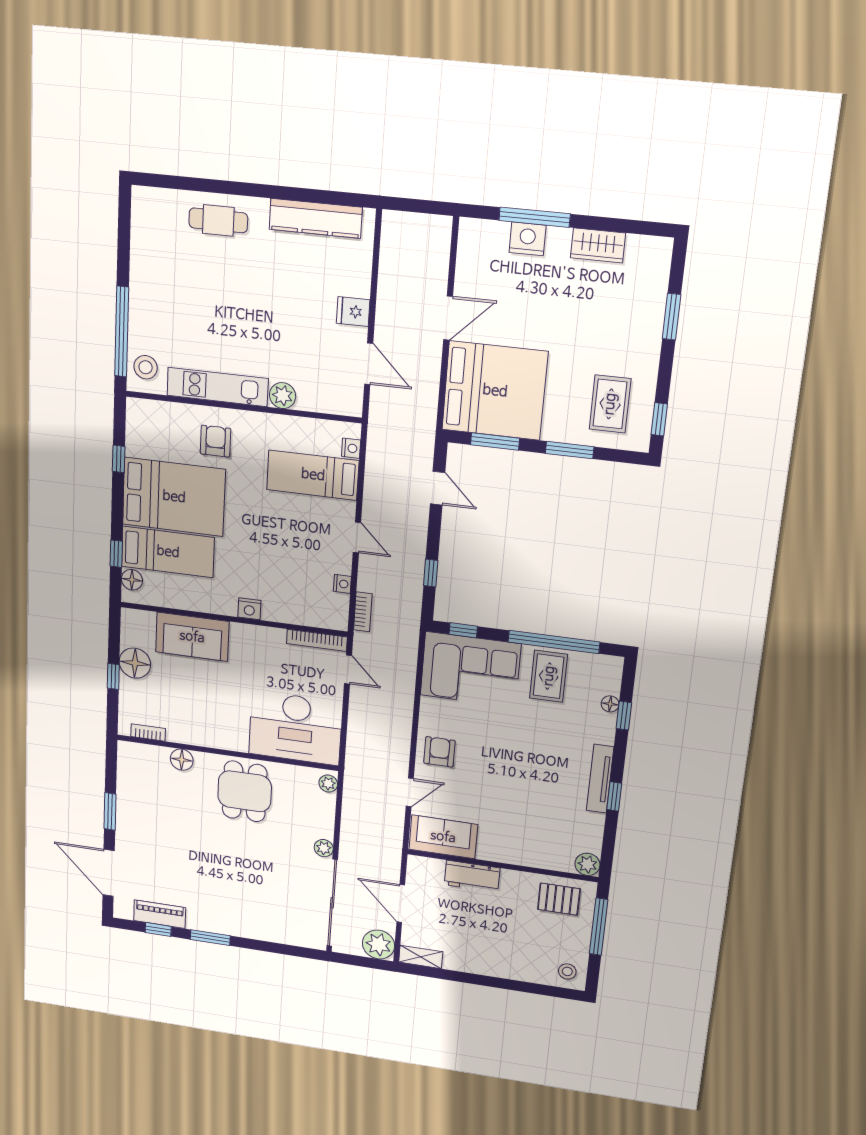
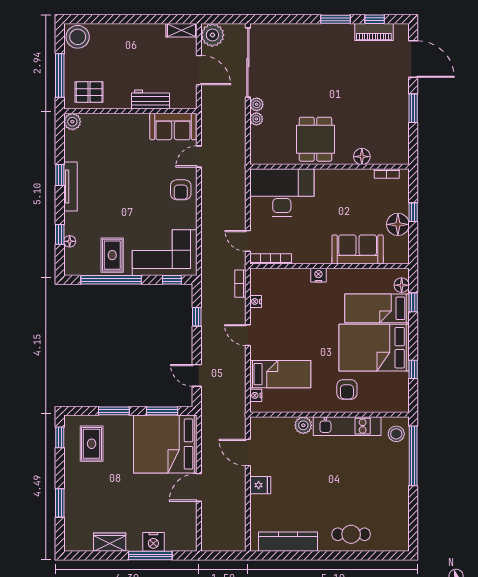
plant: (328, 784) -> (256, 119), moved
stool: (567, 971) -> (78, 37), width x1.89, depth x1.89

